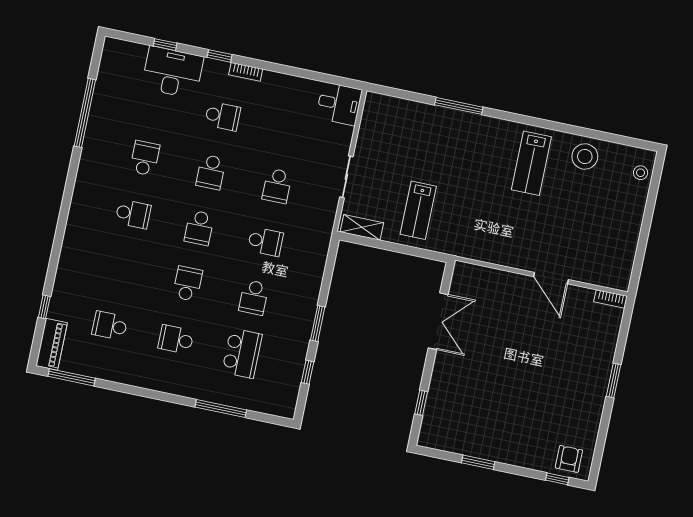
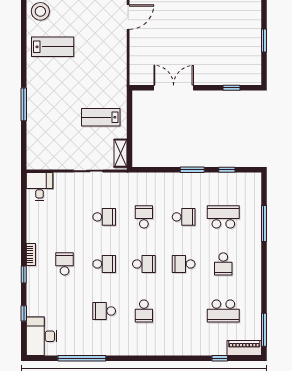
desk: (173, 72) -> (42, 336), moved
lab bench: (418, 210) -> (101, 117), turned 180
school desk: (133, 214) -> (144, 311), turned 180
school desk: (110, 326) -> (223, 311), width x1.85

